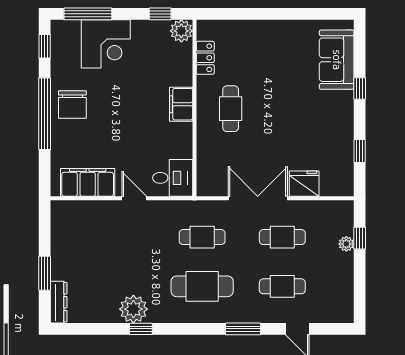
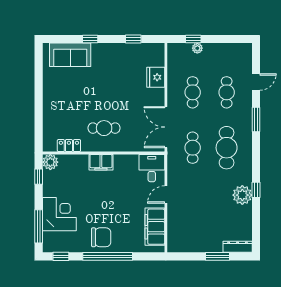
double door: (258, 198) -> (166, 127), moved

